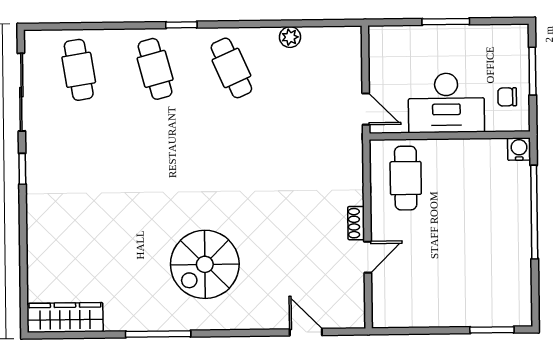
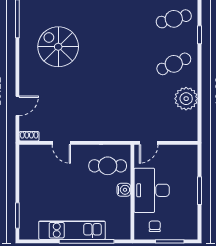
plant: (290, 37) -> (186, 99), width x1.87, depth x1.87
water cooler: (519, 149) -> (124, 190), moved
shoe rack: (356, 223) -> (29, 136), moved
kitchen unit: (516, 237) -> (72, 230), added

